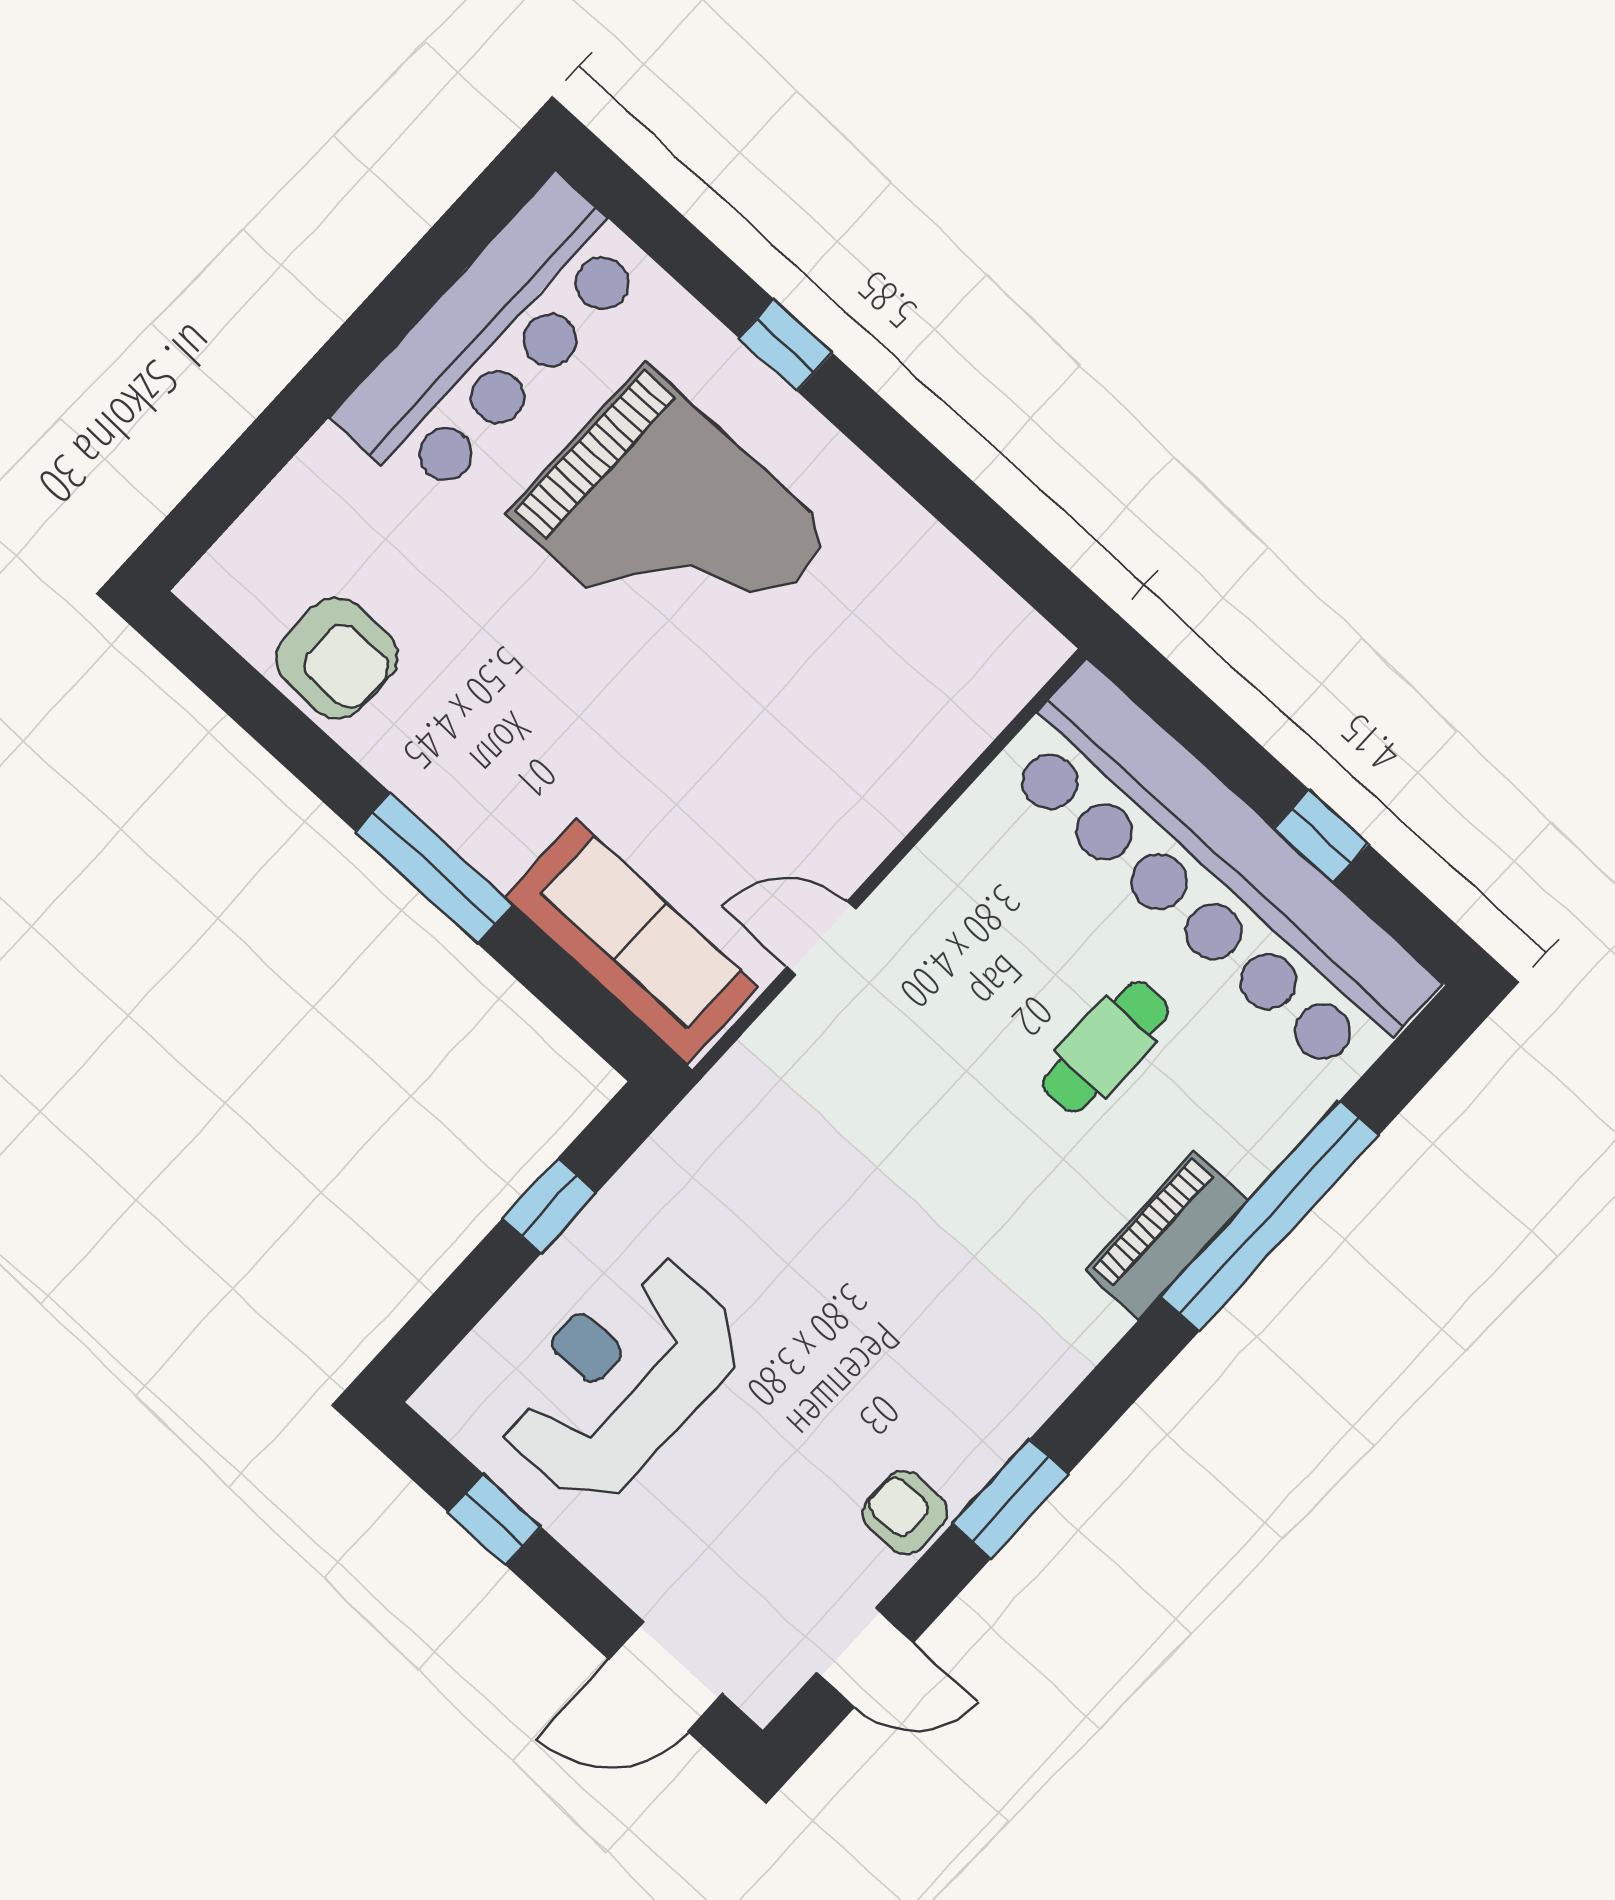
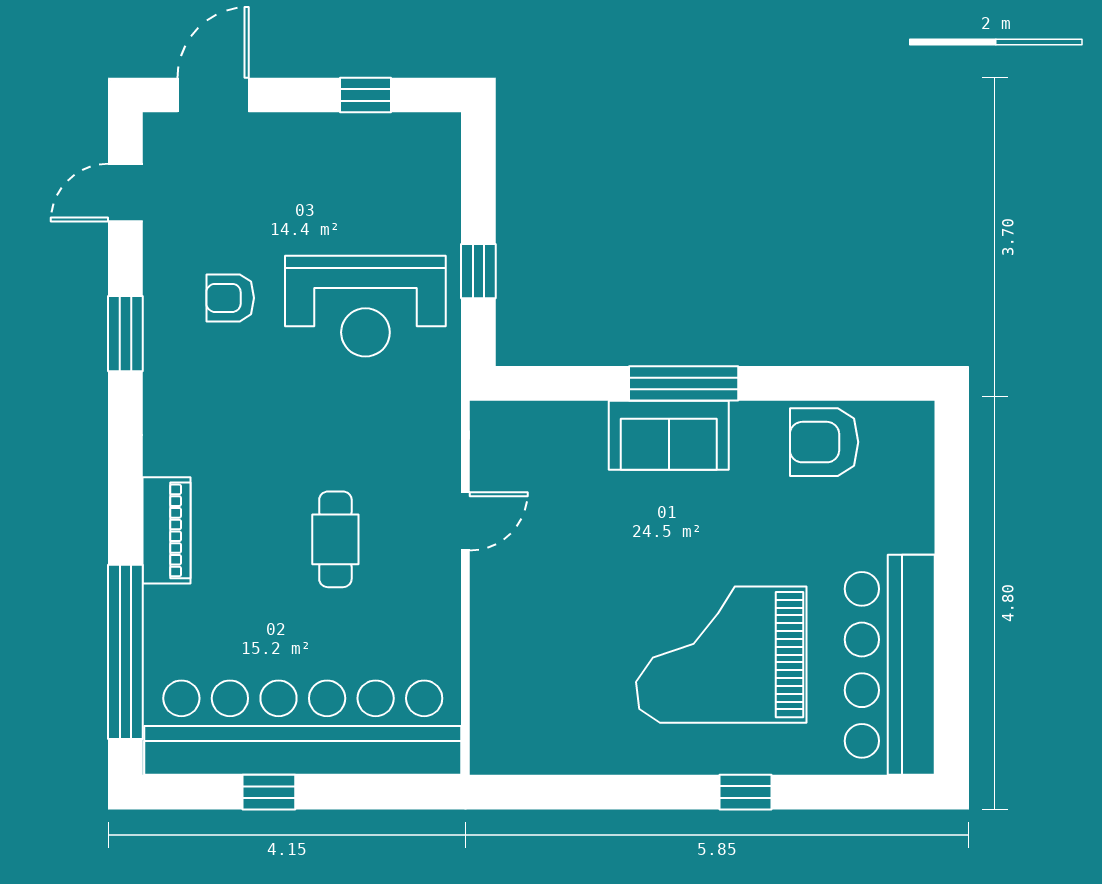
sofa: (631, 942) -> (669, 435), moved, width x0.73
cafe table: (1106, 1047) -> (335, 539), moved
window: (1269, 1216) -> (125, 652), moved
reception desk: (620, 1378) -> (365, 306), moved, turned 90
armchair: (905, 1513) -> (230, 298), moved, turned 180

